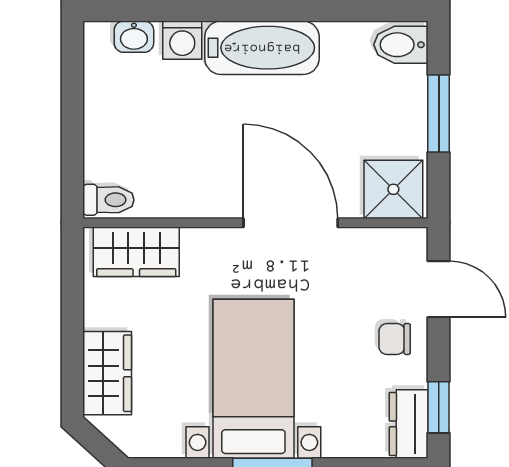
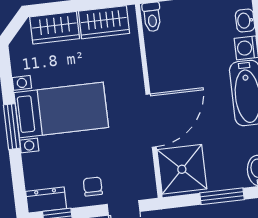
shower: (393, 189) -> (182, 169), width x1.36, depth x1.36
wardrobe: (136, 252) -> (104, 22), moved, turned -90

